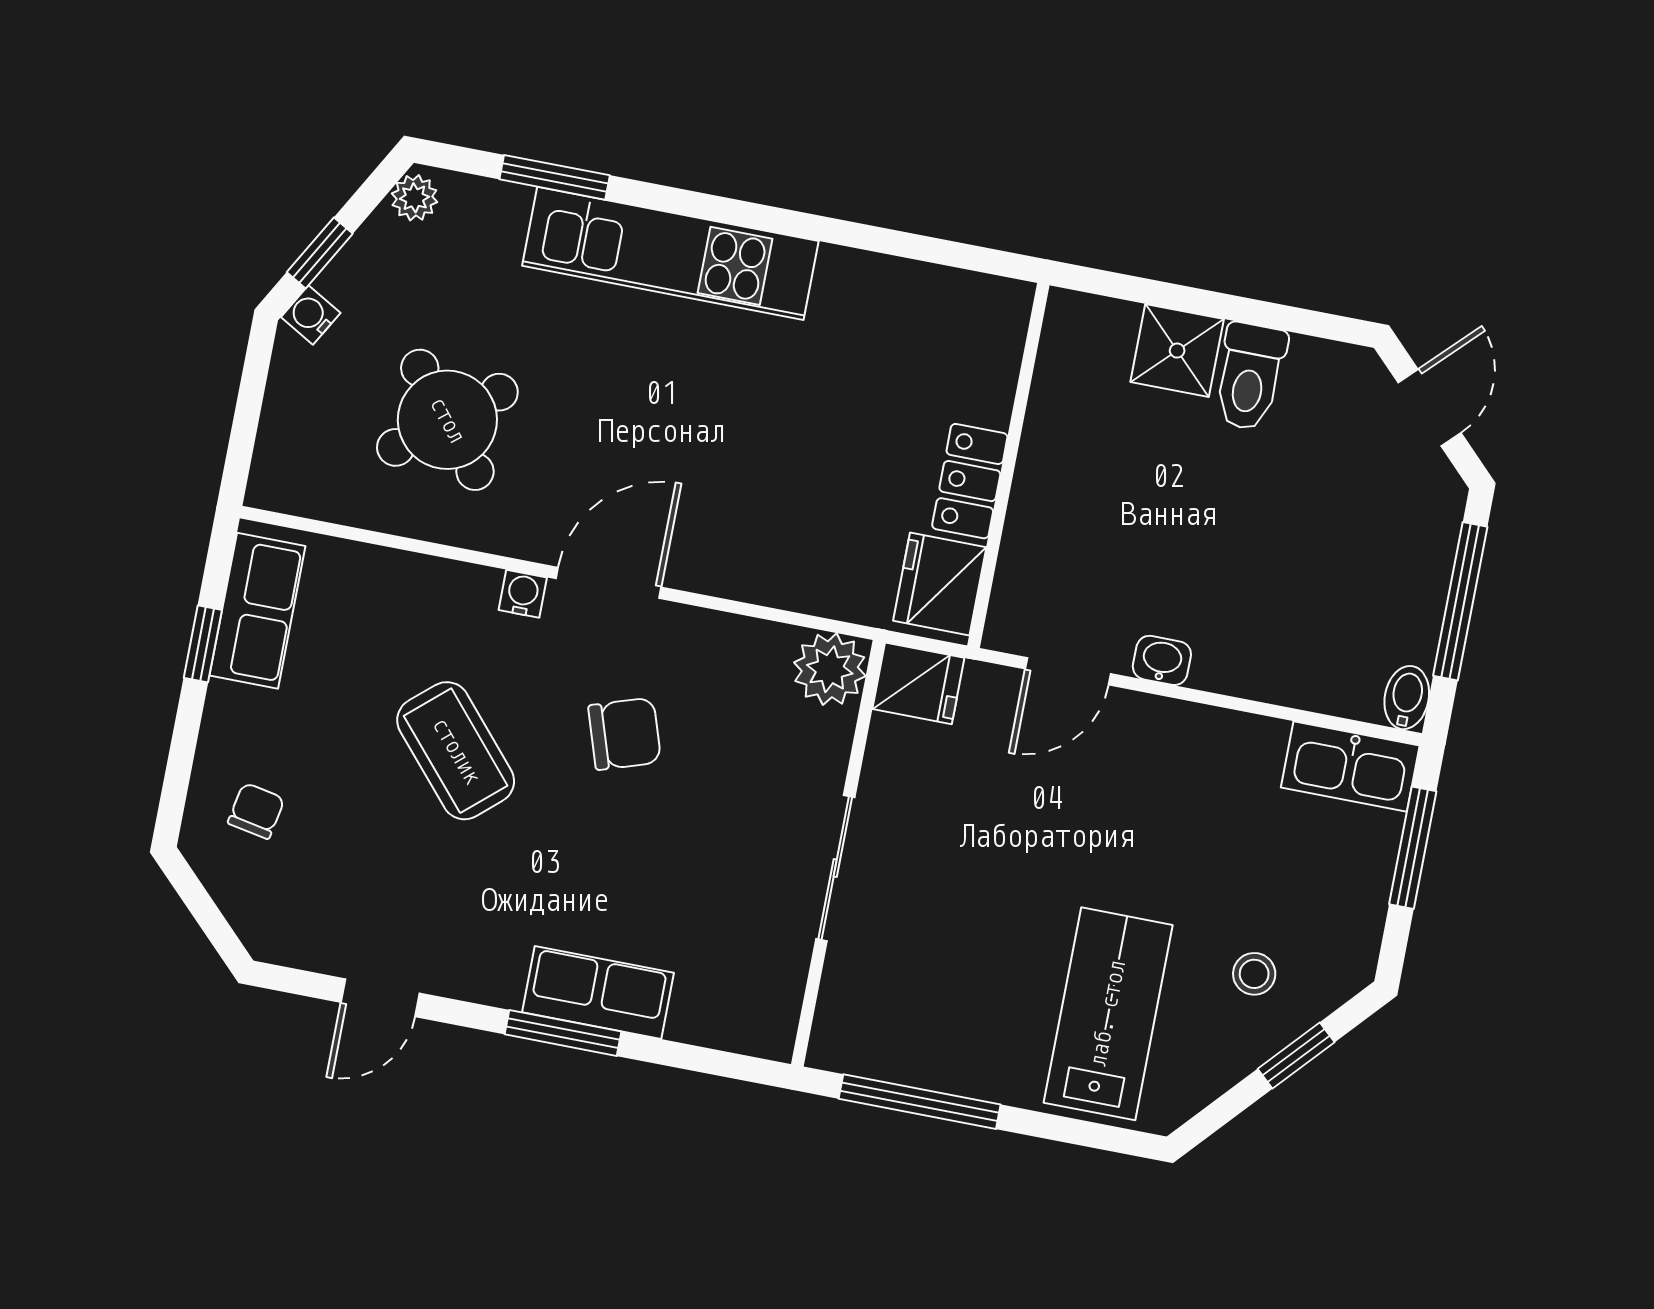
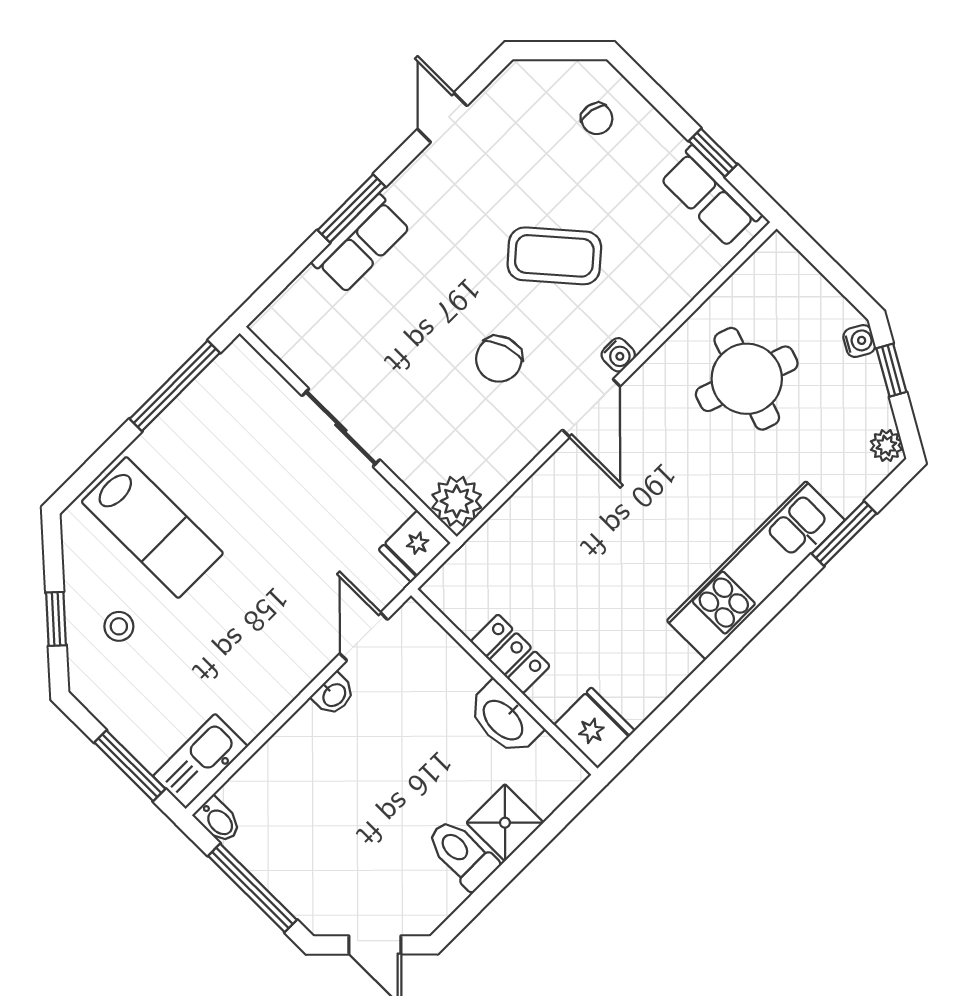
round table: (447, 420) -> (747, 379), turned -32
washbasin: (1054, 436) -> (504, 719), added
fridge: (940, 584) -> (594, 728), moved

